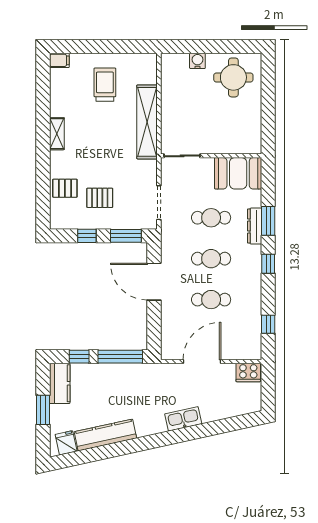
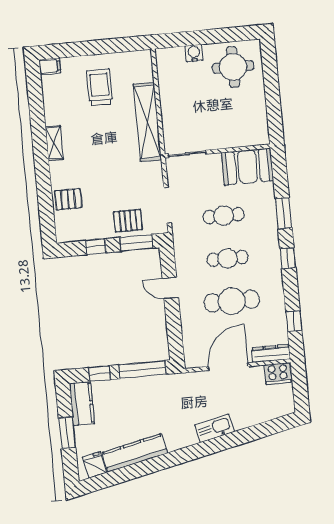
pallet: (100, 198) -> (128, 221), moved
dresser: (255, 226) -> (271, 353), moved, turned 90
door: (154, 282) -> (170, 288), width x0.53
cafe table: (211, 300) -> (232, 301), width x1.37, depth x1.35

